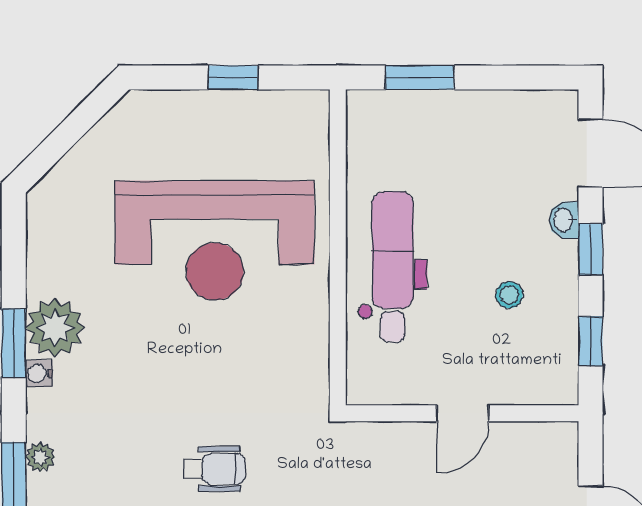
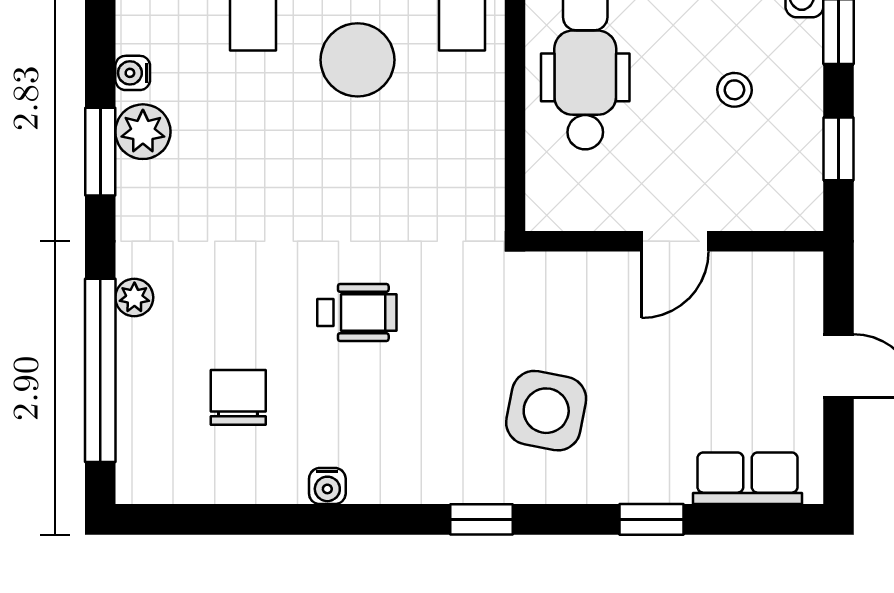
plant: (55, 328) -> (143, 132), width x0.73, depth x0.73
water cooler: (39, 373) -> (133, 73), moved

